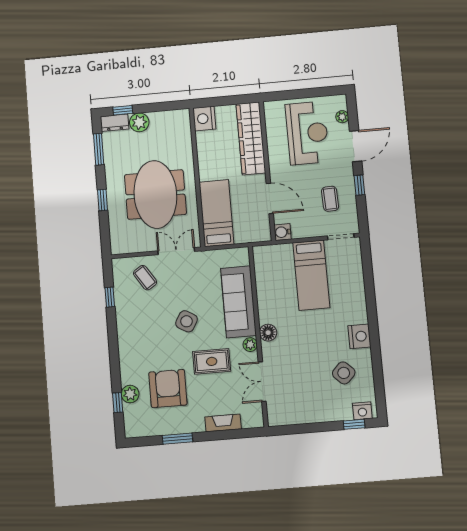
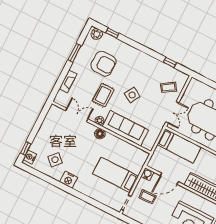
coffee table: (330, 199) -> (148, 197), moved
plant: (130, 394) -> (97, 34), moved

